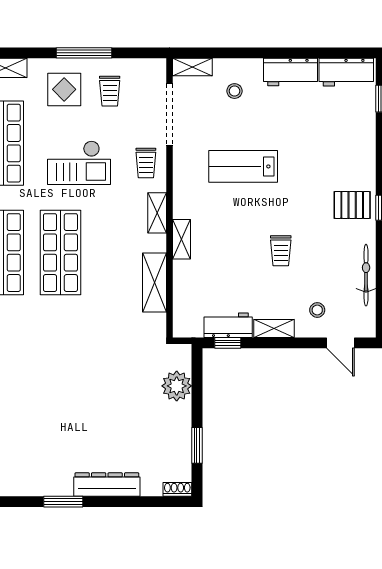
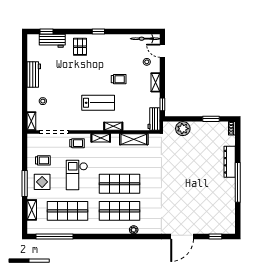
window: (84, 53) -> (25, 183), moved
workbench: (346, 72) -> (52, 41), moved, turned 90
checkout: (79, 163) -> (77, 175), turned 180
lab bench: (243, 166) -> (98, 103), moved, turned -90
pallet: (352, 205) -> (80, 47), moved
bicycle: (366, 275) -> (145, 39), moved
workbench: (228, 325) -> (154, 119), moved
door: (341, 343) -> (162, 51), swing flipped
window: (63, 502) -> (238, 182), width x2.11

